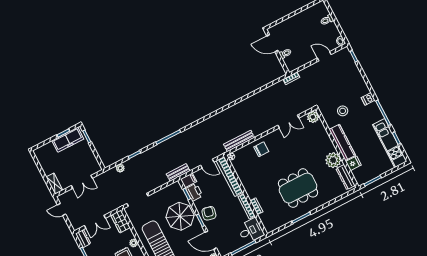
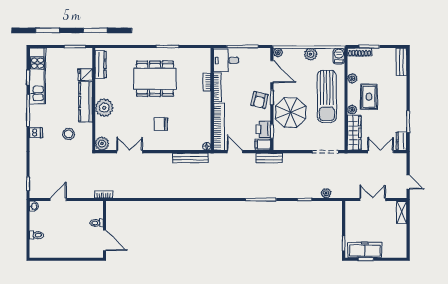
door: (324, 56) -> (58, 199), swing flipped
chair: (261, 149) -> (161, 124), moved
plant: (333, 160) -> (104, 108), moved
wardrobe: (120, 221) -> (354, 133), width x1.50

